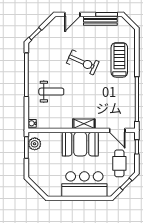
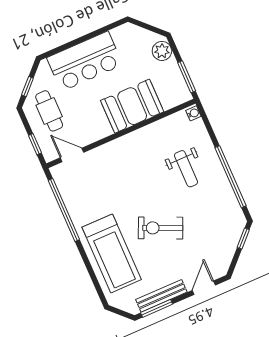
treadmill: (119, 60) -> (112, 253), width x1.37, depth x1.38
weight bench: (51, 92) -> (186, 169), turned -90
shelving: (84, 124) -> (122, 144), removed
plant: (35, 144) -> (162, 51), moved
booth: (80, 144) -> (132, 106), moved

